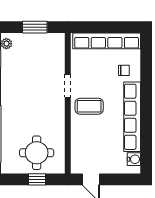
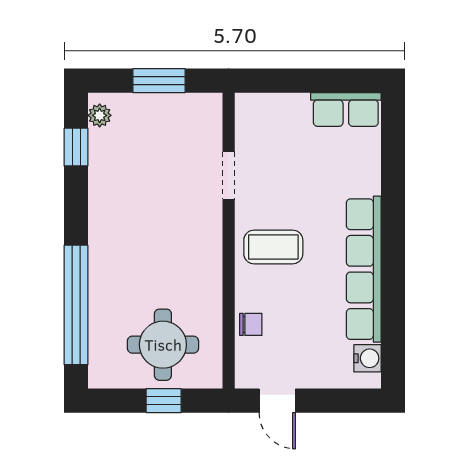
row of seats: (107, 41) -> (346, 109), width x0.50
chair: (124, 70) -> (251, 324), moved
doorway: (68, 86) -> (229, 176), moved

